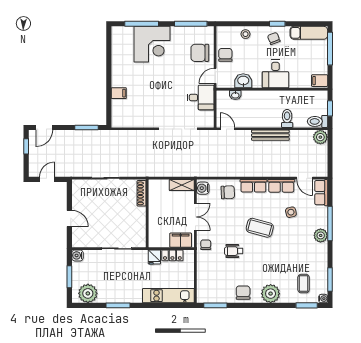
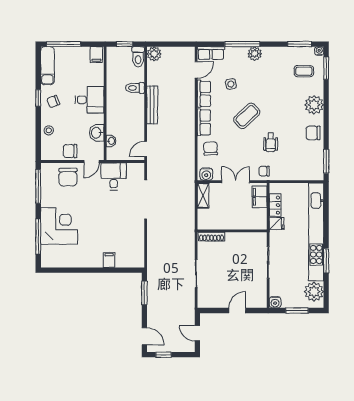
door: (215, 76) -> (91, 161), hinge flipped
coffee table: (260, 228) -> (247, 116), turned 32
kitchen unit: (168, 296) -> (316, 232), width x1.86

